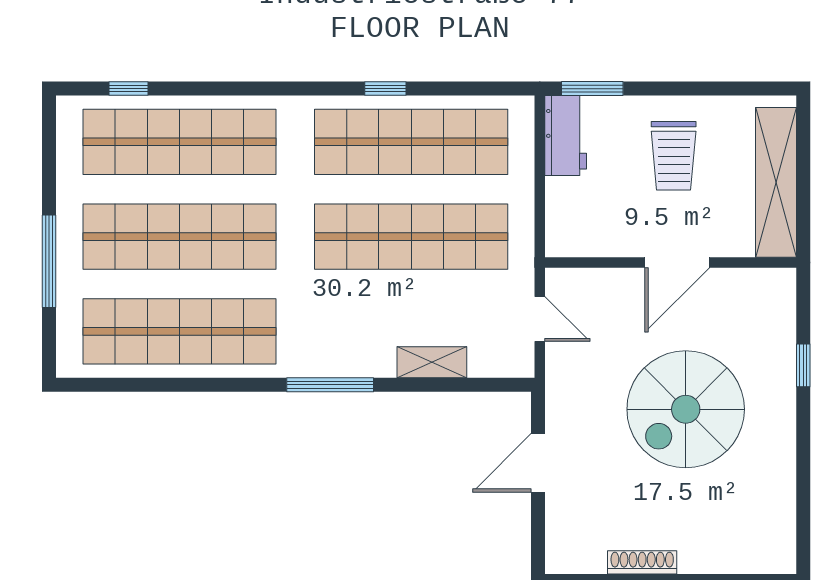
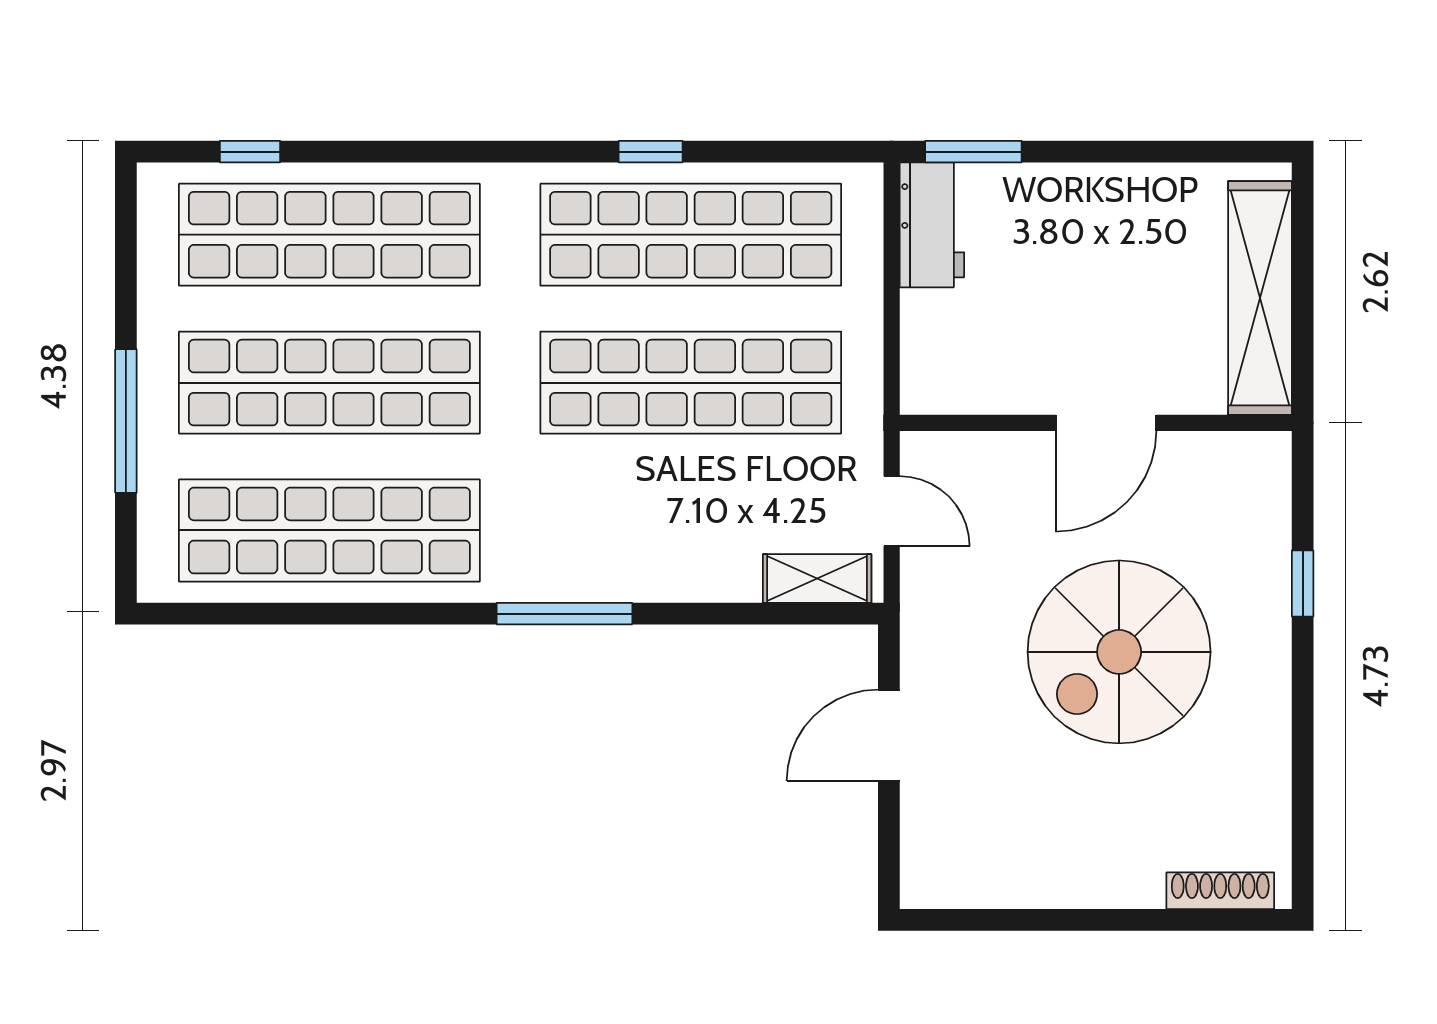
trolley: (674, 156) -> (1100, 256), removed
shelving: (432, 362) -> (817, 578), moved
shoe rack: (642, 562) -> (1220, 891), moved

